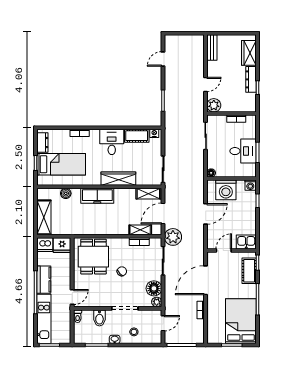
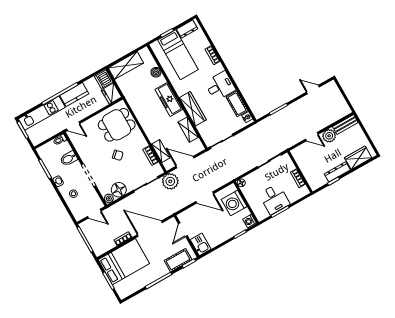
plant: (214, 105) -> (329, 136), moved
shelving: (148, 194) -> (188, 130), moved
door: (224, 250) -> (183, 230), swing flipped
bed: (241, 321) -> (124, 262), moved

